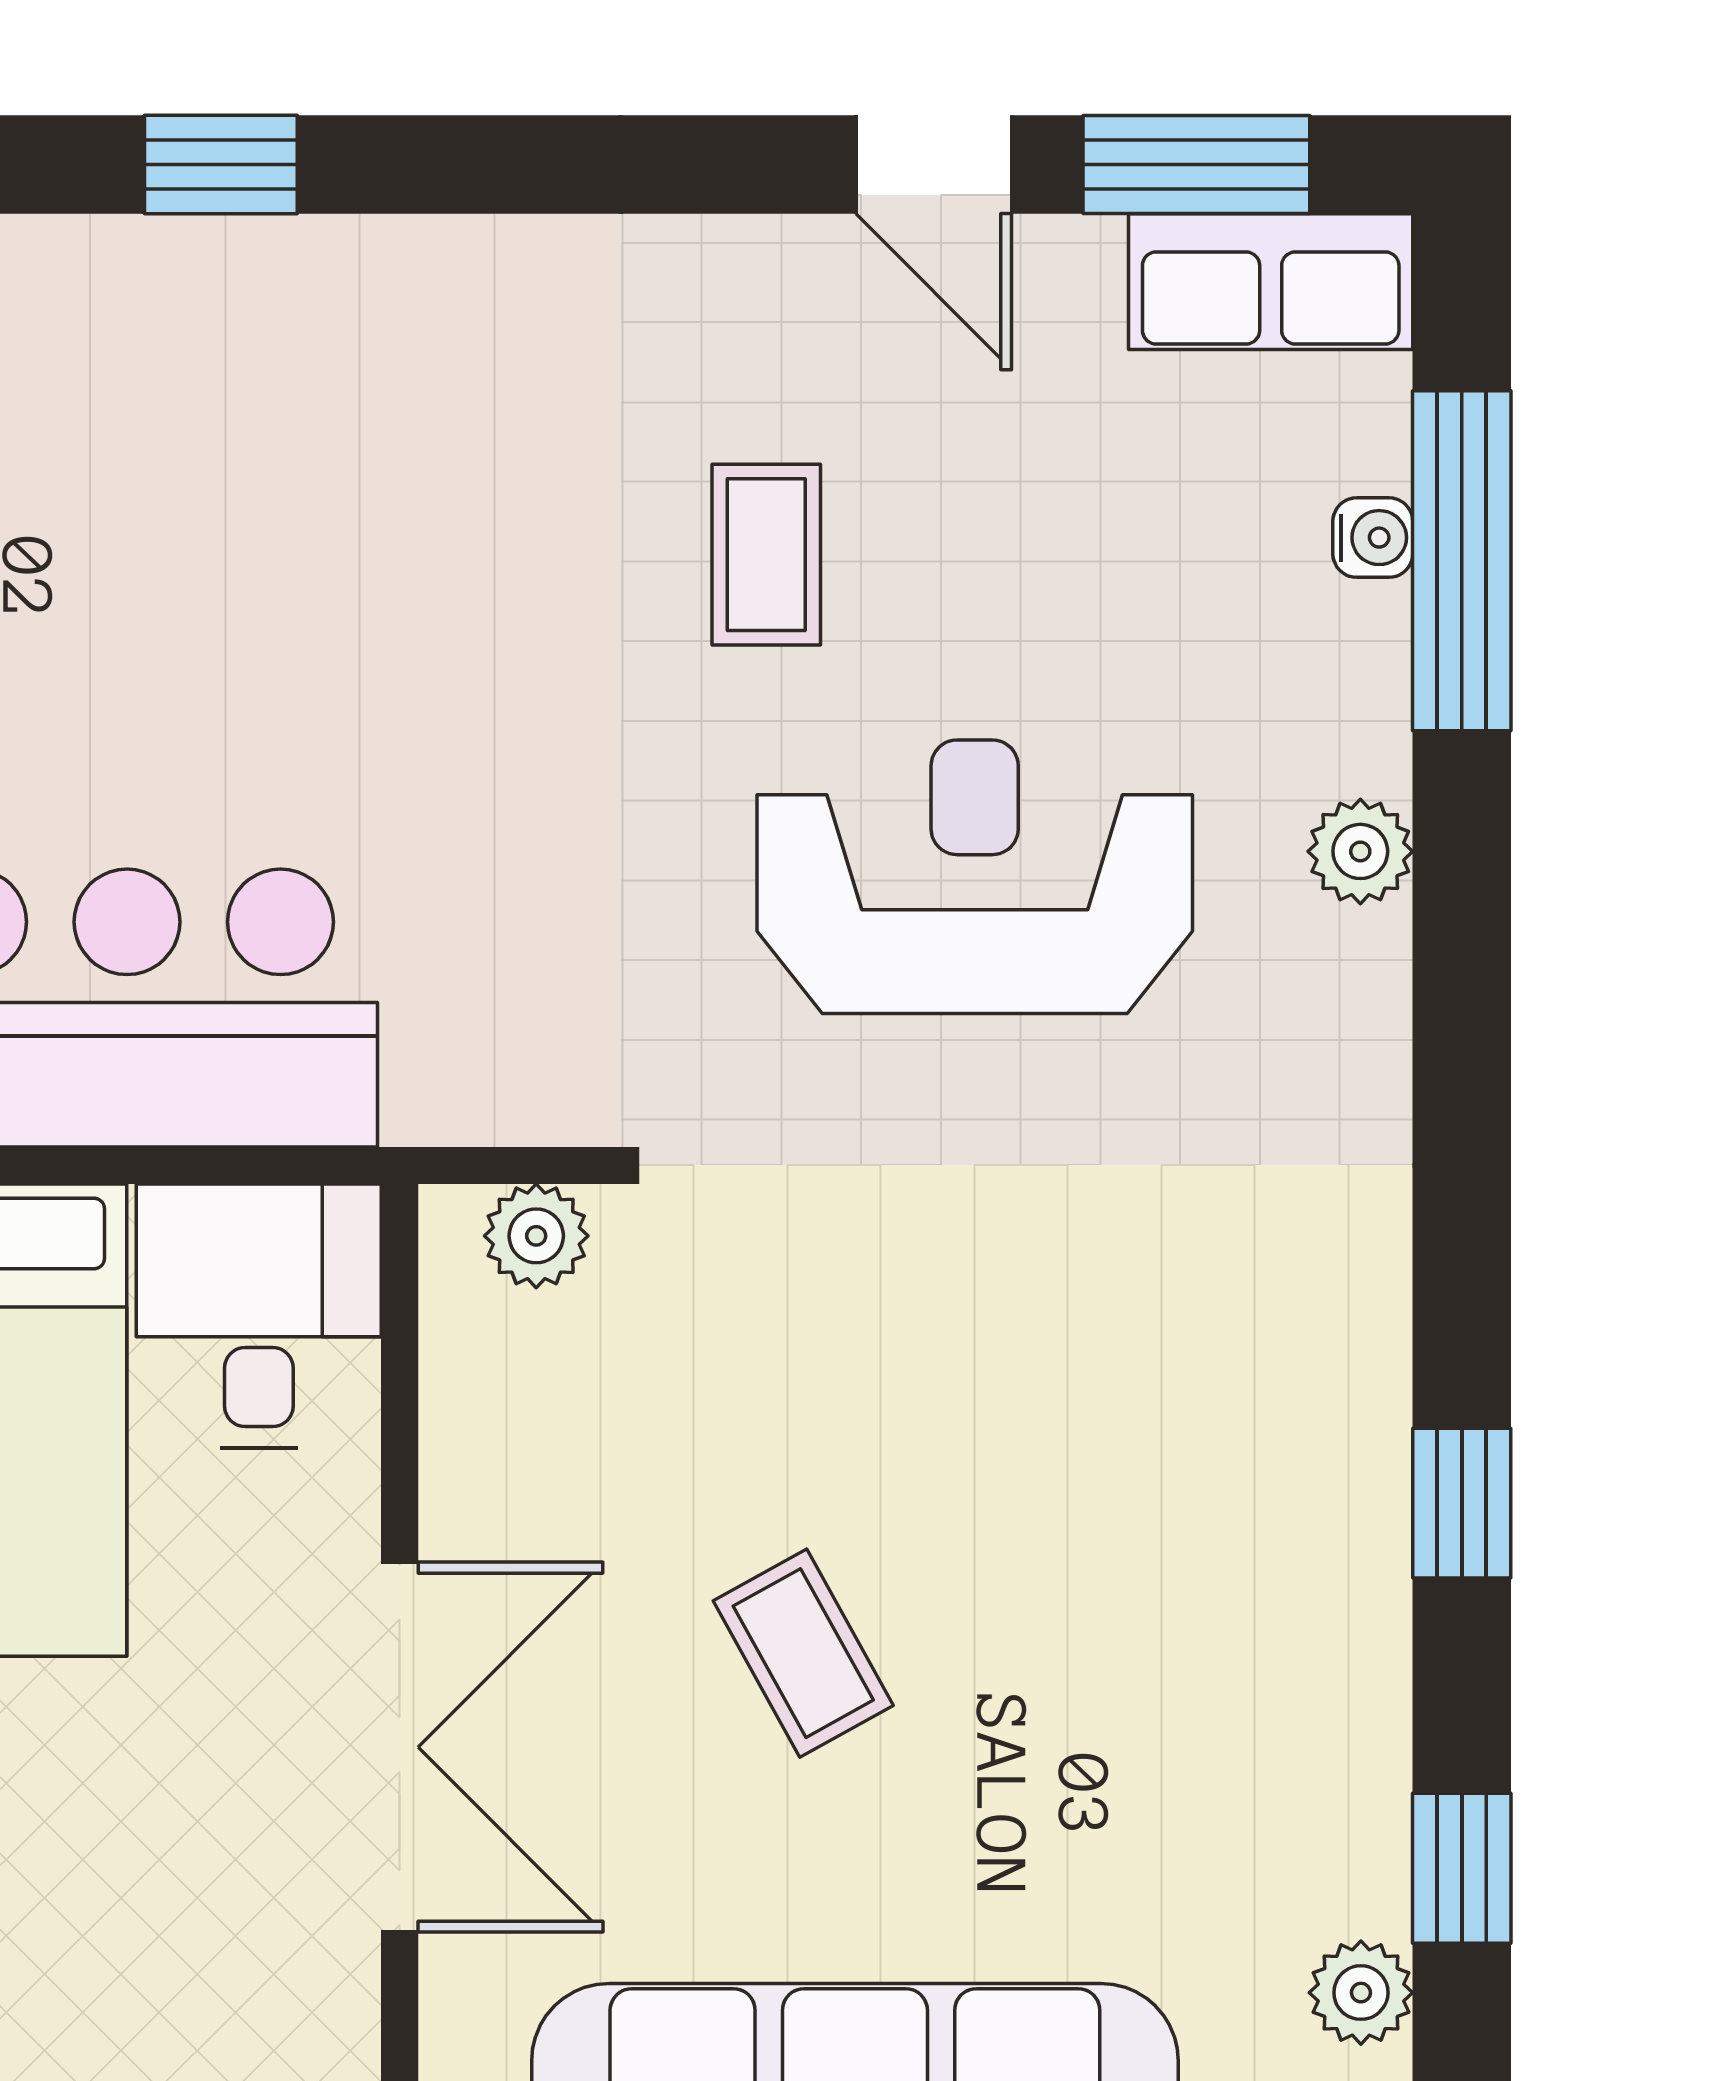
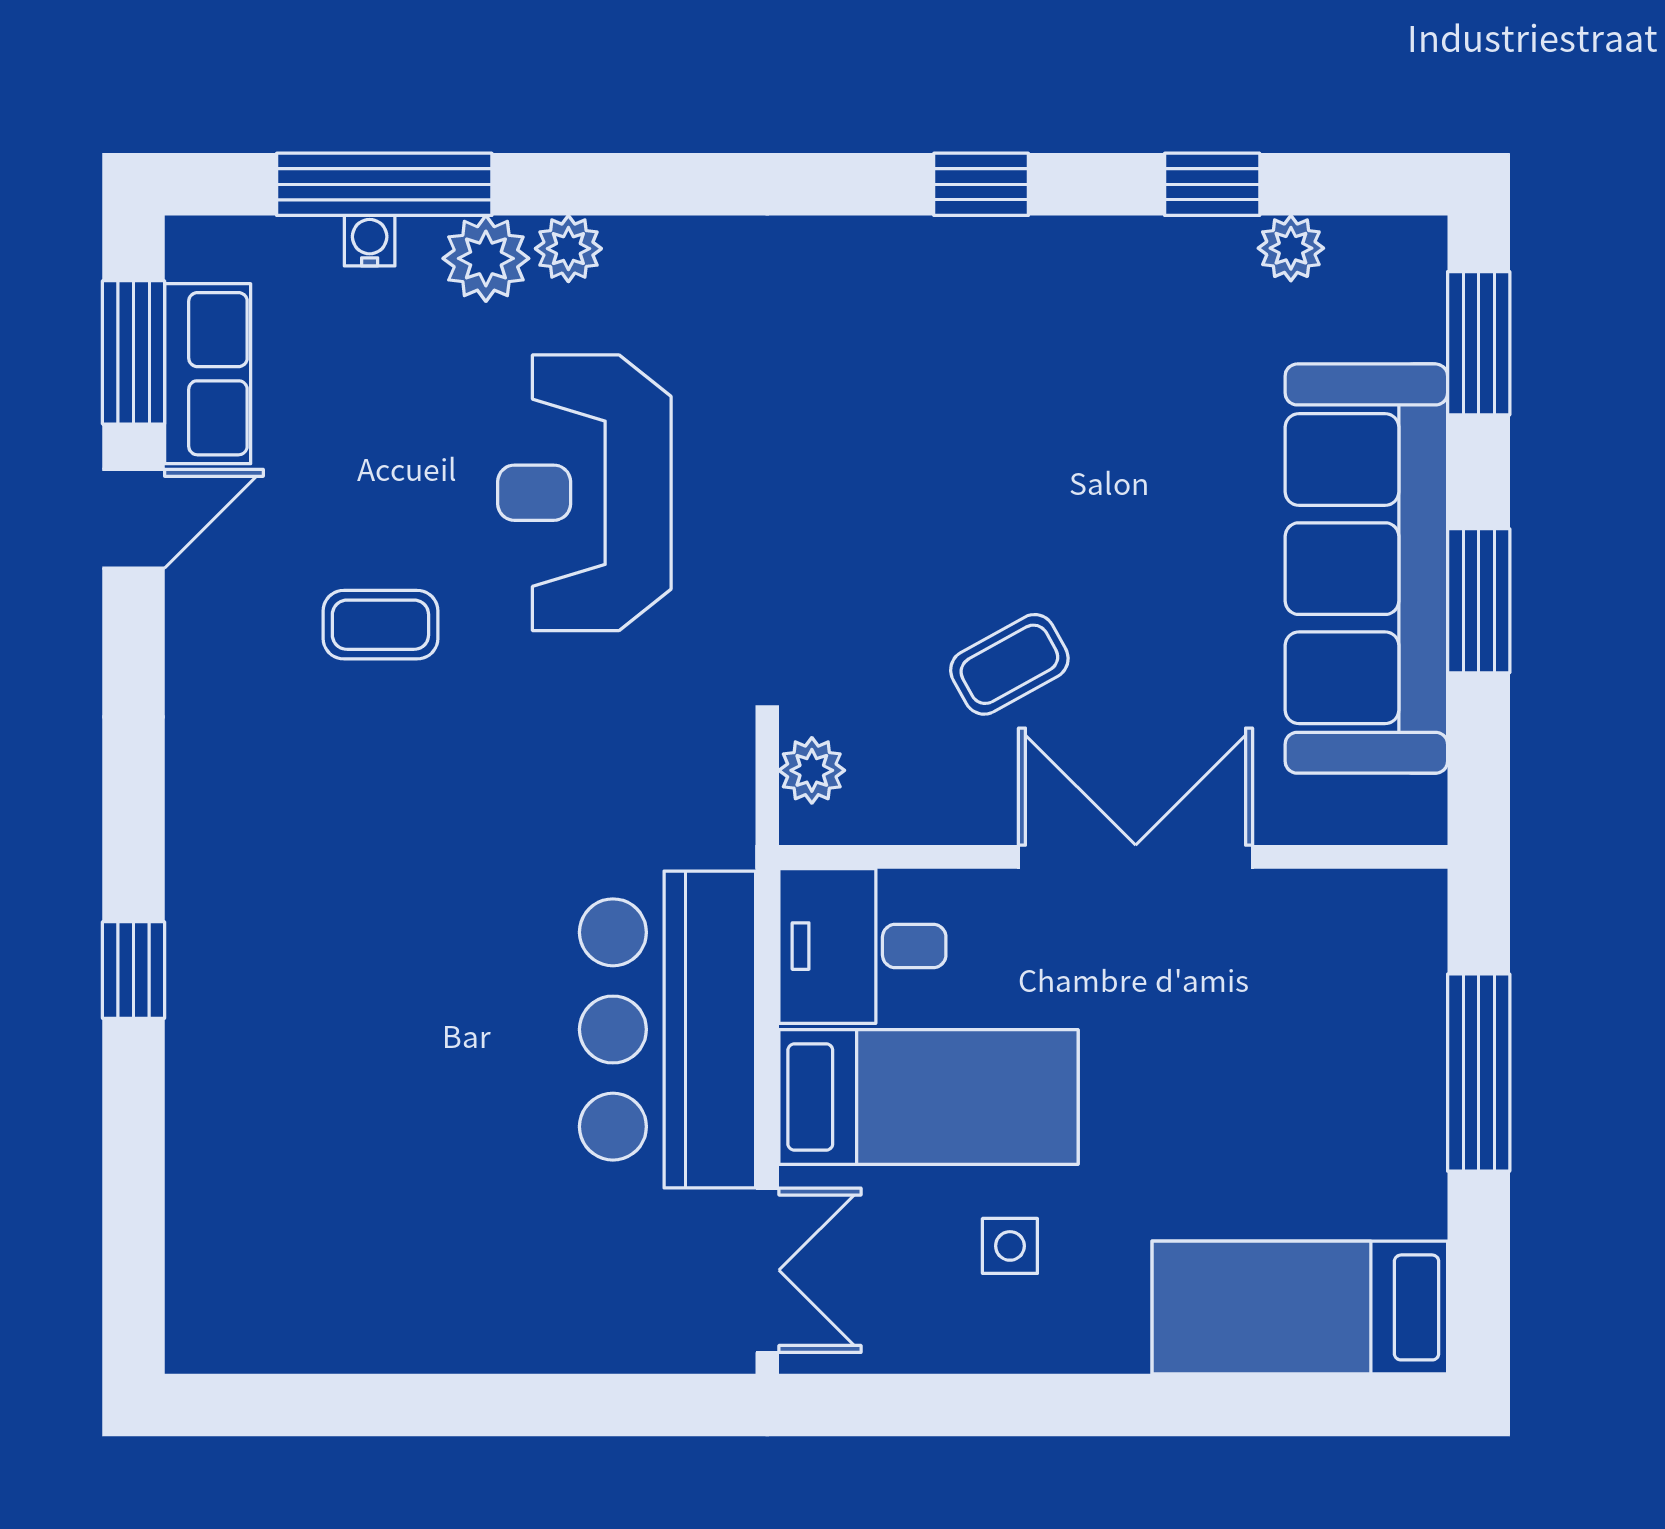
row of seats: (1271, 282) -> (208, 374), moved
plant: (1345, 721) -> (486, 258), added
coffee table: (803, 1653) -> (1009, 664), moved

